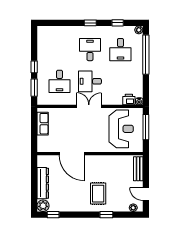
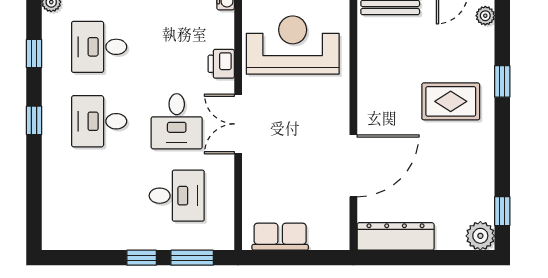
desk: (120, 50) -> (99, 47), turned 180
printer: (129, 100) -> (221, 64), moved
dresser: (43, 183) -> (396, 236), moved

